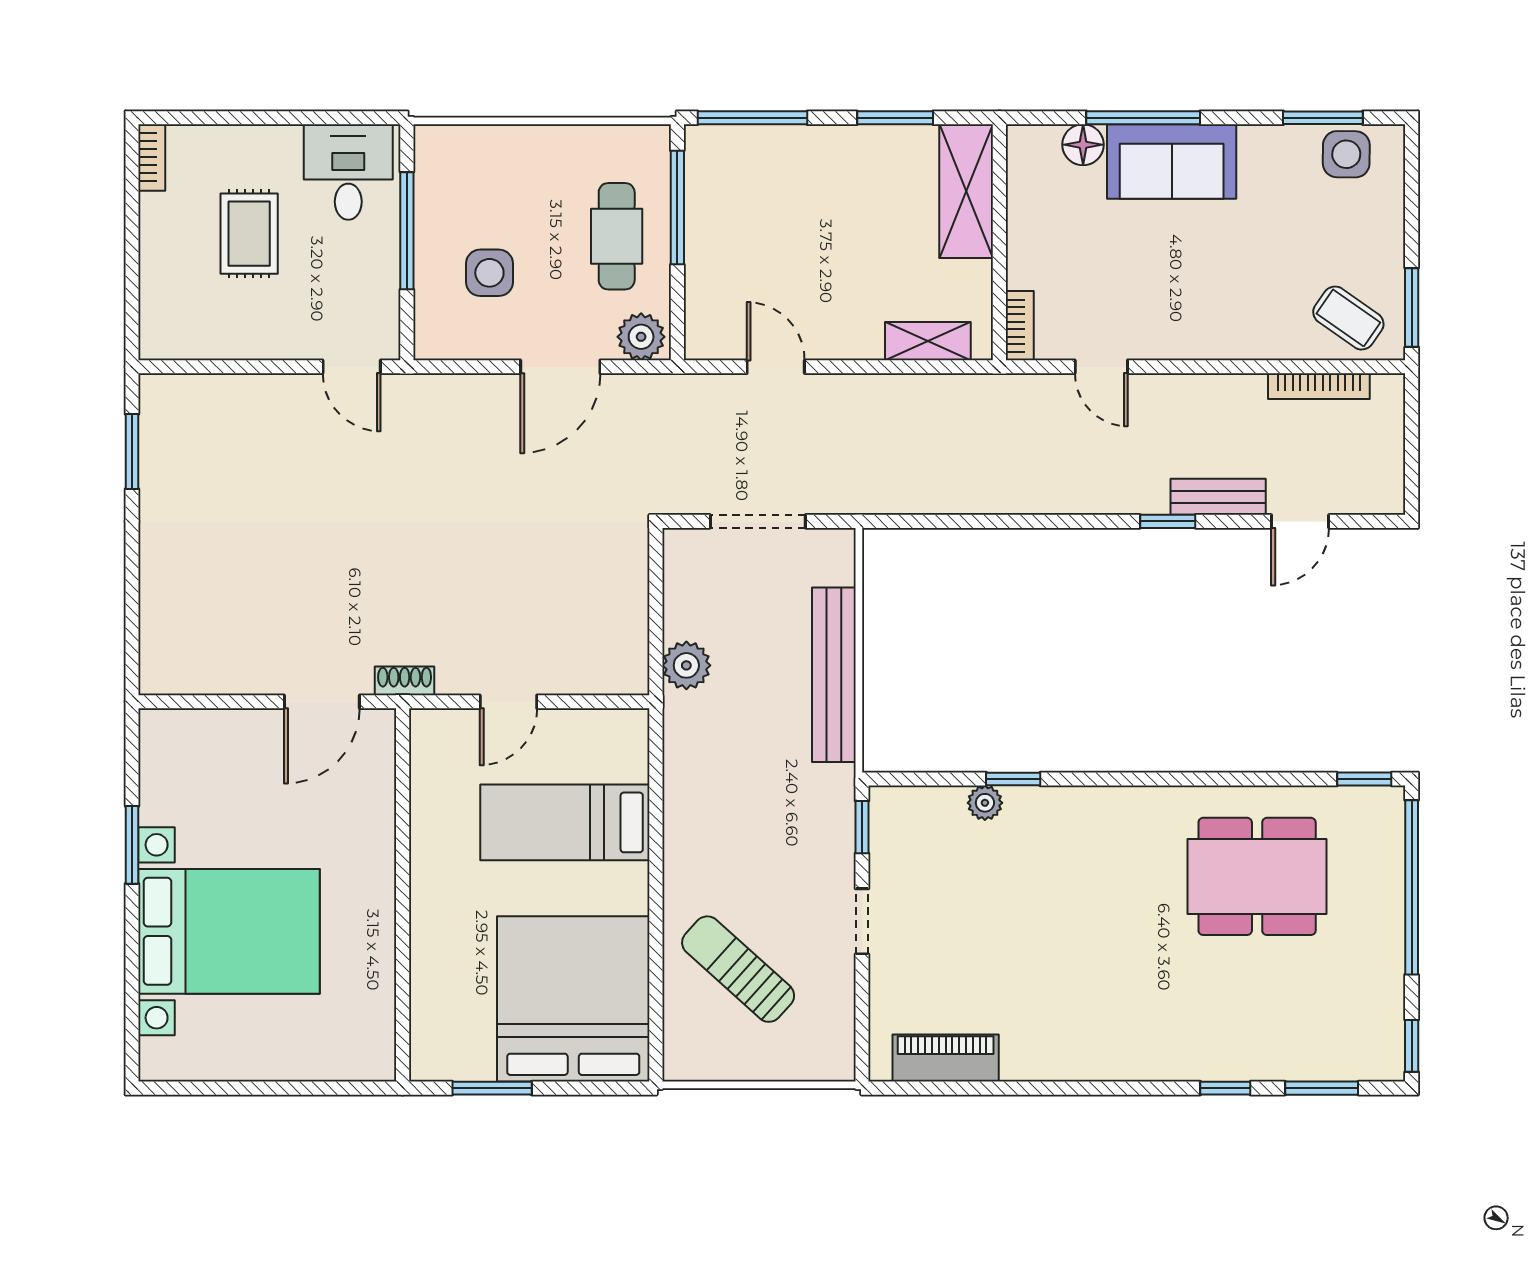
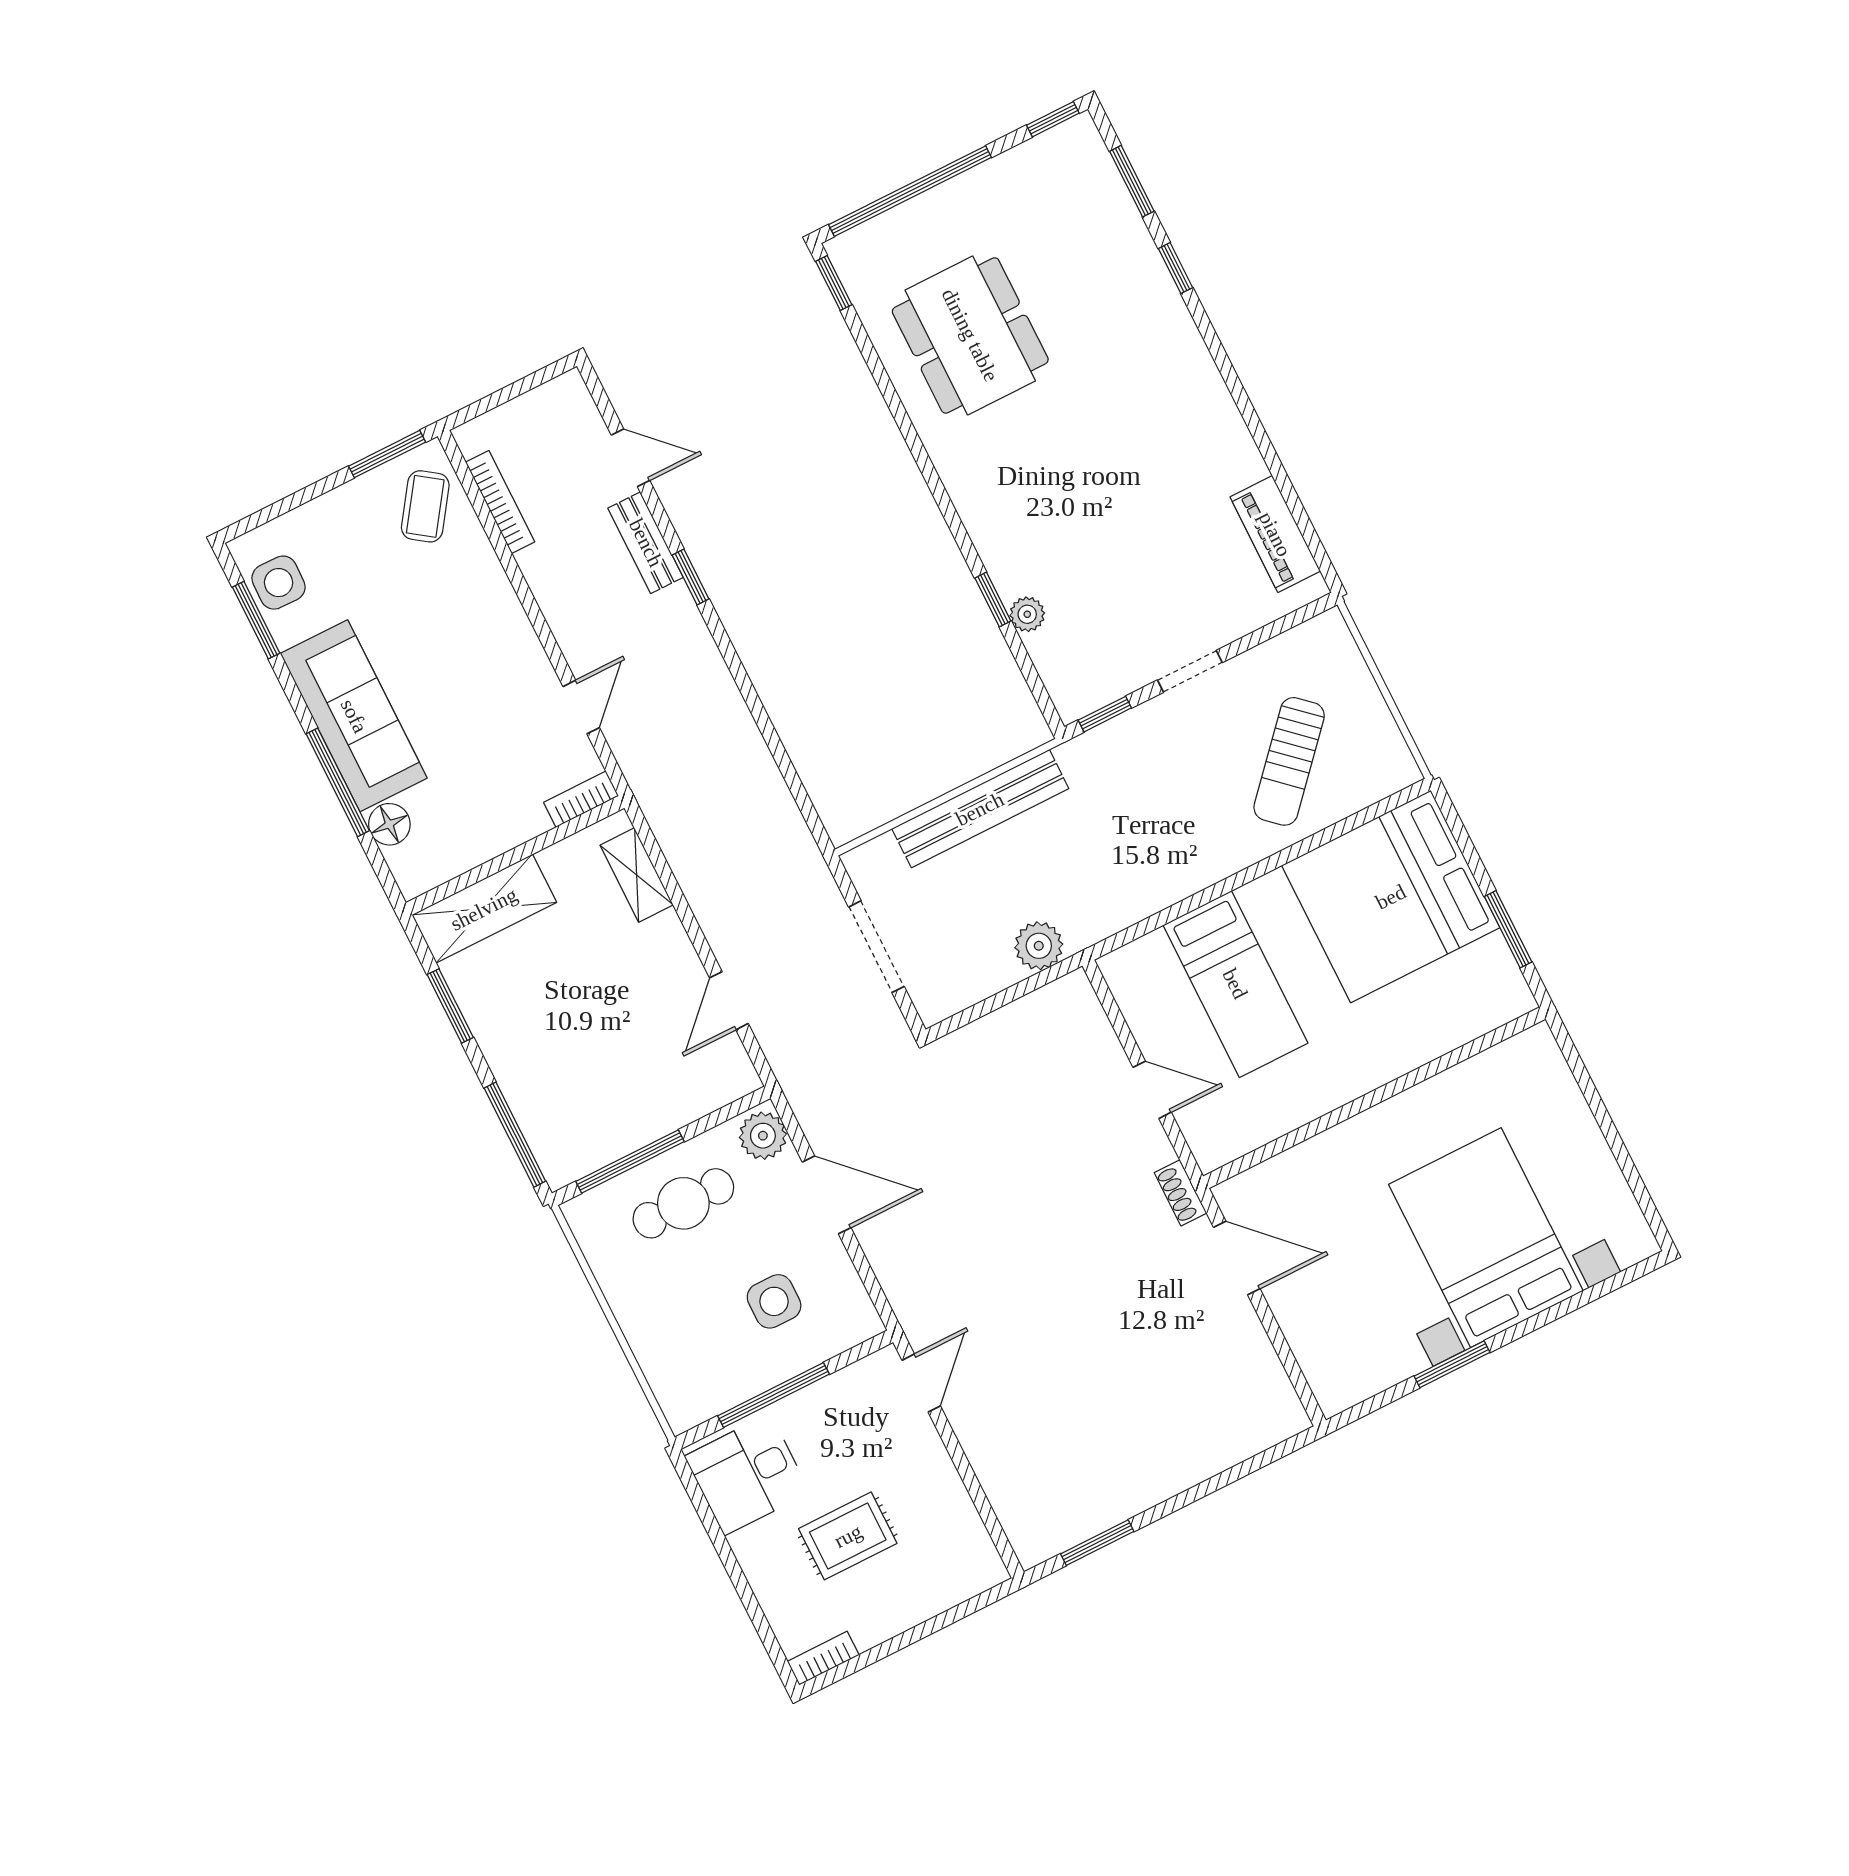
sofa: (1172, 161) -> (354, 716), width x1.36

